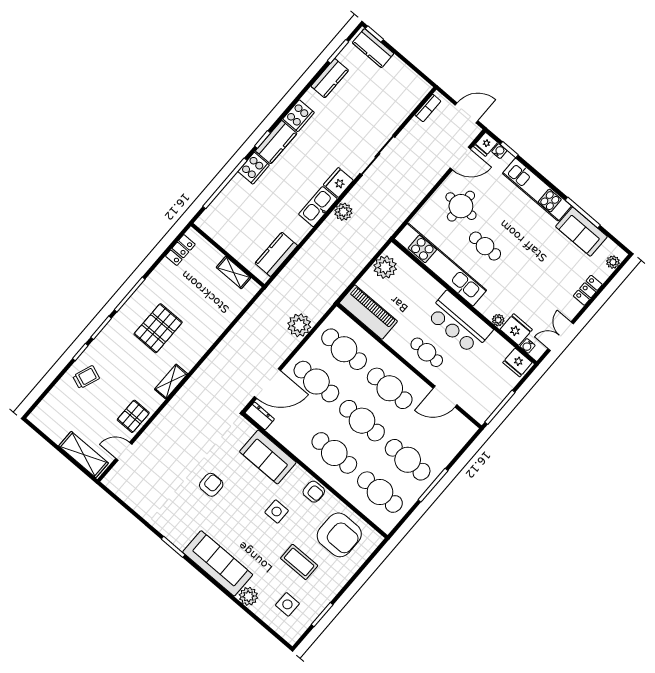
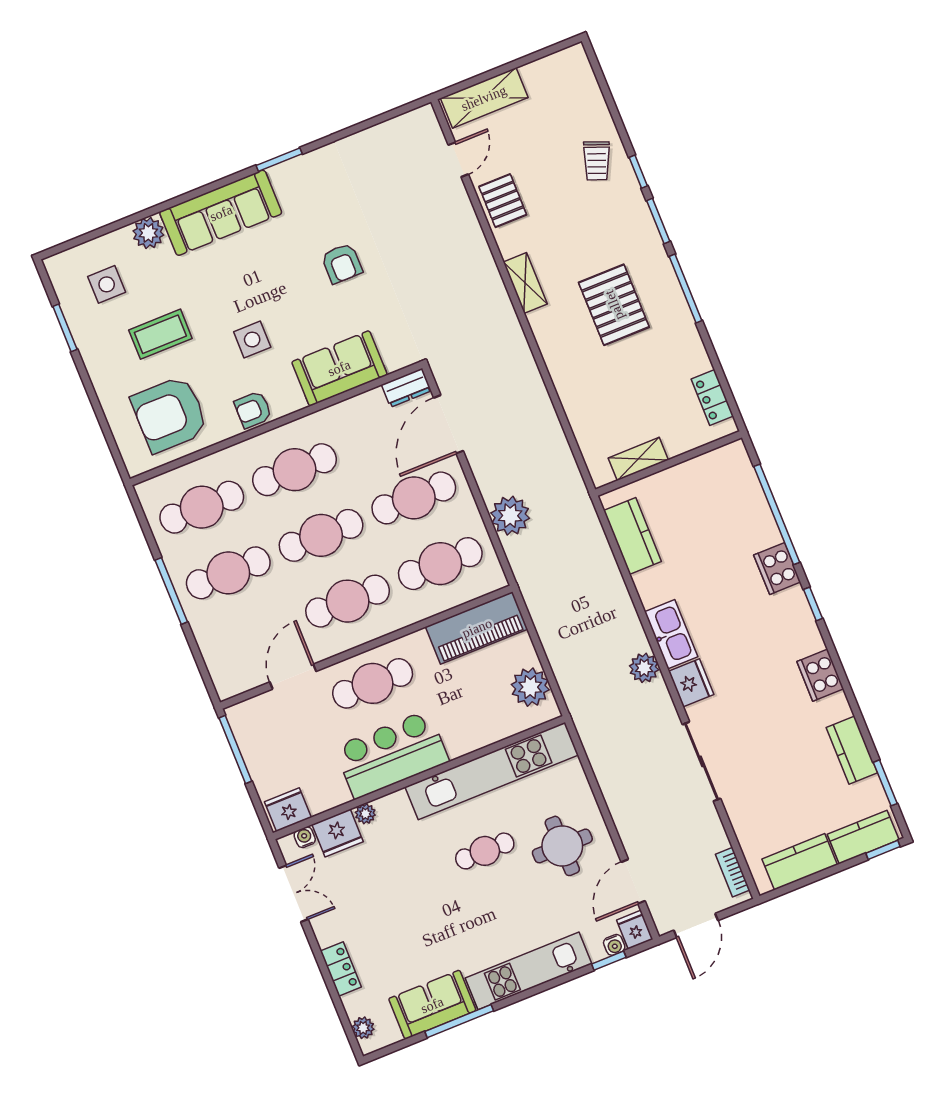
kitchen counter: (276, 142) -> (800, 862), moved, turned 90
cafe table: (427, 352) -> (373, 683), width x1.37, depth x1.35

